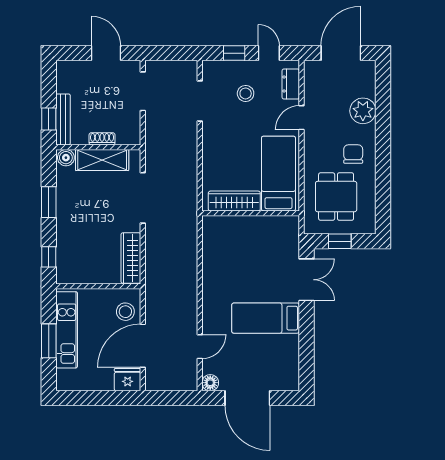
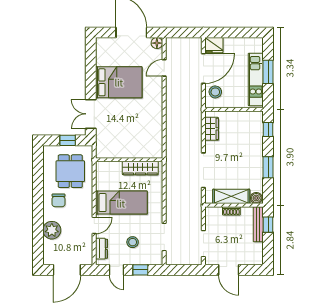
bed: (278, 174) -> (121, 203), moved, turned -90
wardrobe: (131, 258) -> (212, 129), width x0.67
bed: (266, 318) -> (119, 82), width x1.50

